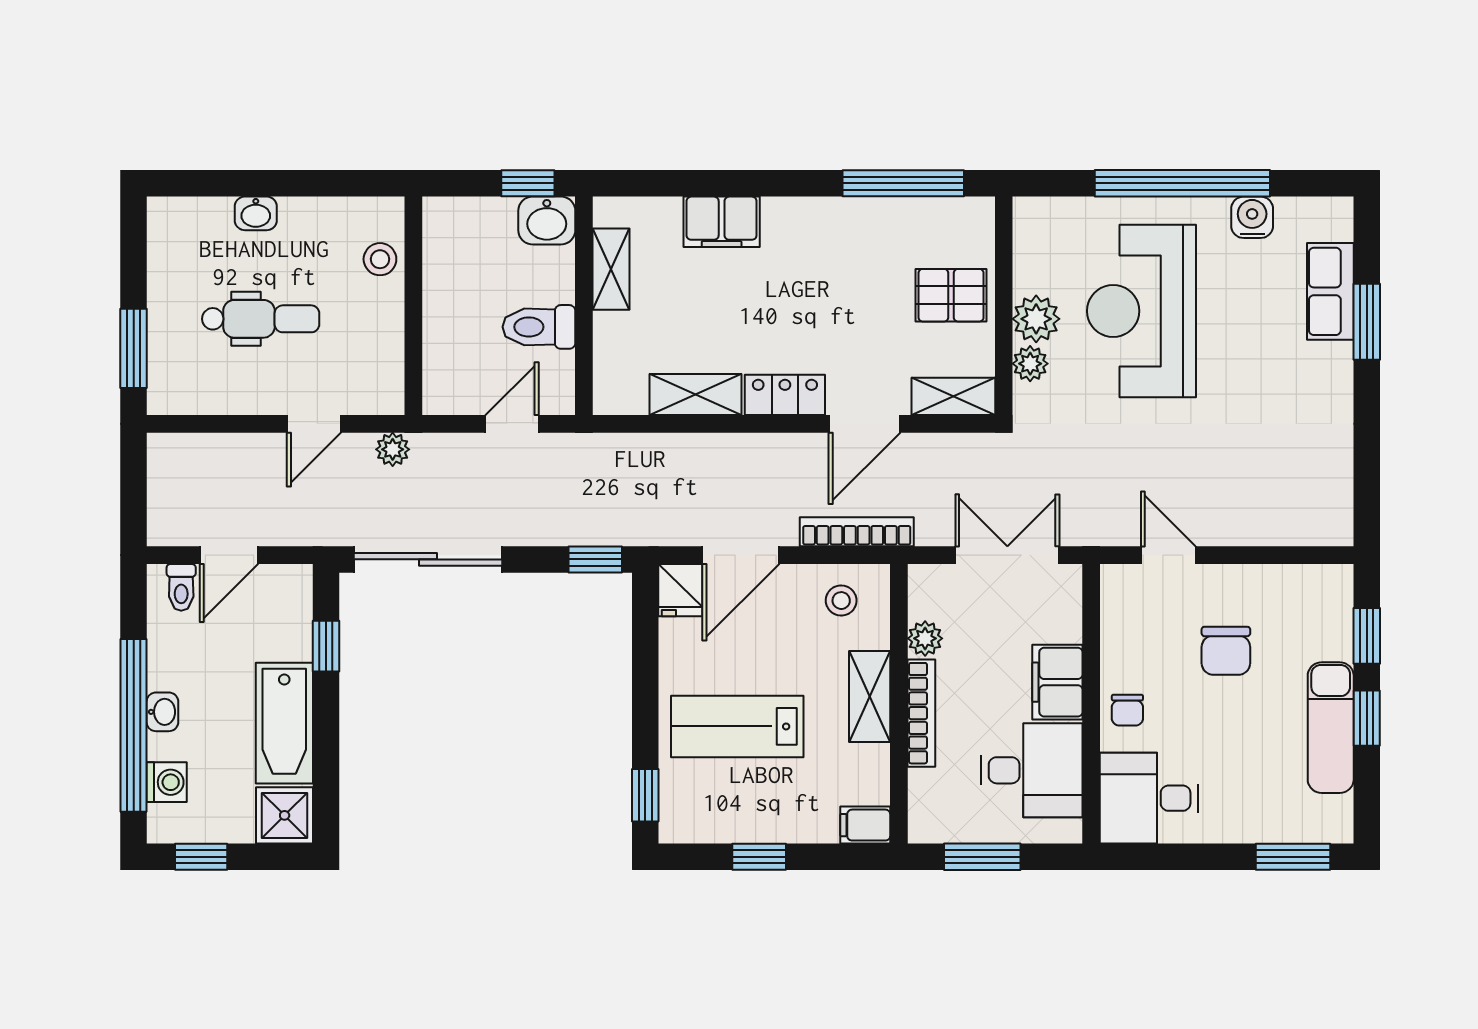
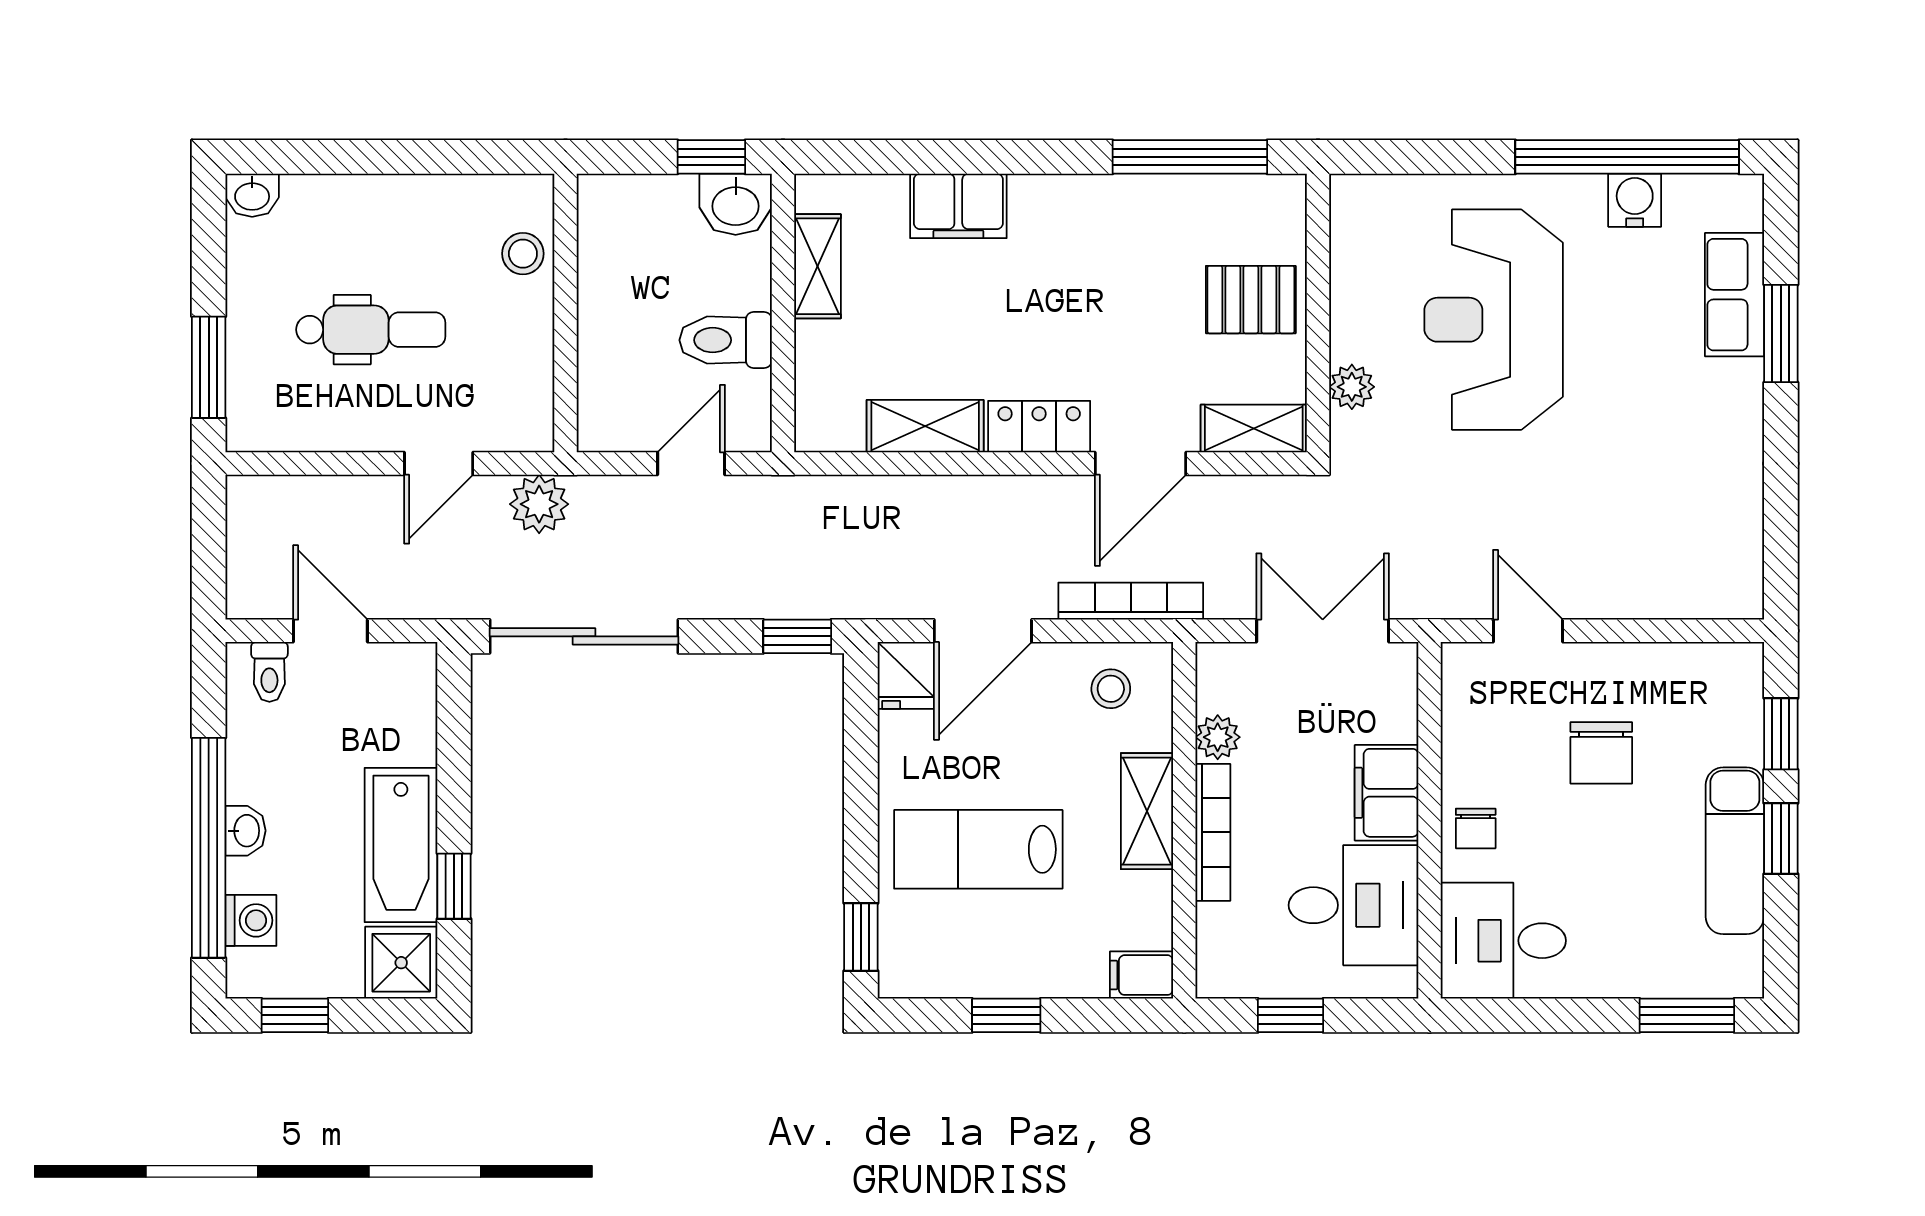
window: (1182, 183) -> (1627, 157), moved
washbasin: (256, 213) -> (252, 195), moved
plant: (1036, 319) -> (1359, 330), removed
plant: (393, 449) -> (539, 504), width x1.38, depth x1.38
door: (229, 555) -> (330, 631), swing flipped
window: (326, 646) -> (454, 886), moved
window: (982, 857) -> (1291, 1015), width x0.67

